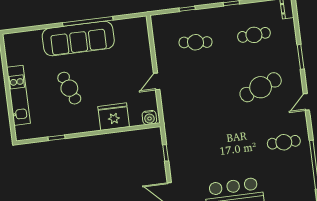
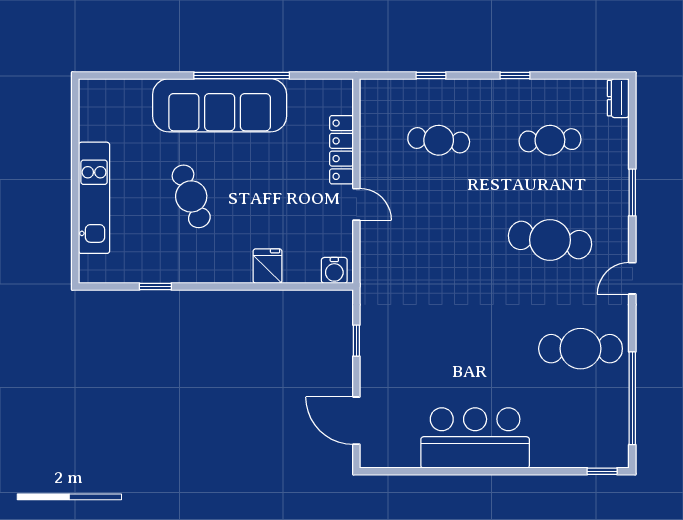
locker: (145, 54) -> (341, 150), added
door: (157, 81) -> (356, 204), swing flipped
cafe table: (261, 87) -> (550, 240), turned 30
fridge: (114, 117) -> (268, 266), width x0.53, depth x0.75
cafe table: (284, 142) -> (581, 349), width x1.37, depth x1.35

